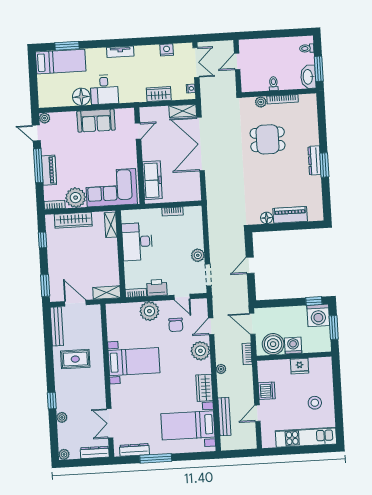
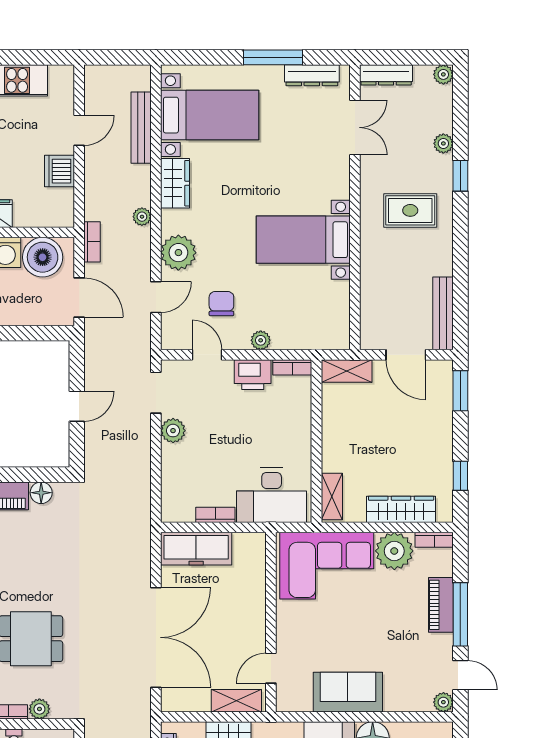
shelving: (183, 111) -> (236, 701), moved
freezer: (152, 180) -> (196, 549), moved, turned -90
desk: (137, 242) -> (272, 495), moved, turned 90
plant: (149, 311) -> (261, 340), width x0.53, depth x0.53
rug: (75, 359) -> (410, 210), moved

